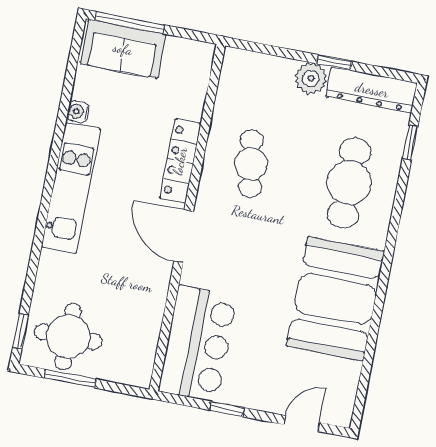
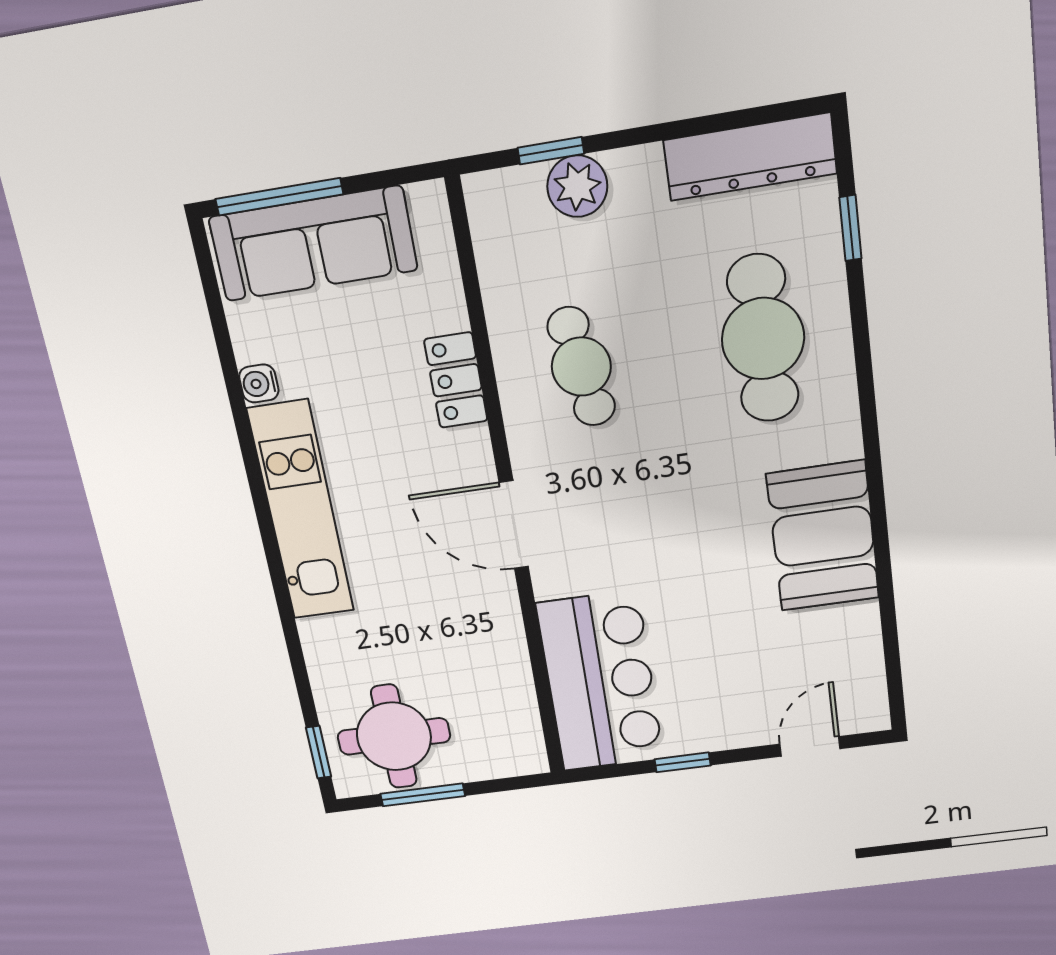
sofa: (123, 49) -> (313, 244), width x1.36
window: (334, 62) -> (551, 151), moved
plant: (311, 78) -> (577, 186), moved
locker: (180, 161) -> (456, 380), width x0.66
booth: (335, 299) -> (823, 536), width x0.73, depth x0.70

